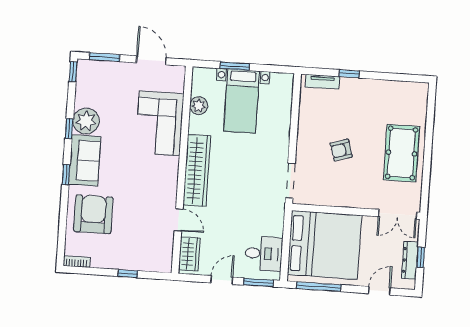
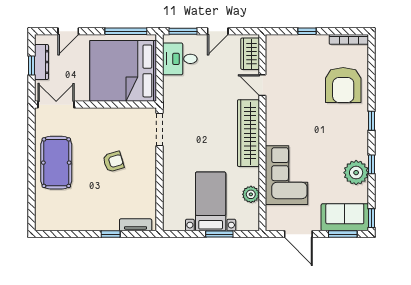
sofa: (85, 160) -> (345, 217), moved, turned 90
bookcase: (77, 261) -> (349, 39), width x1.56

